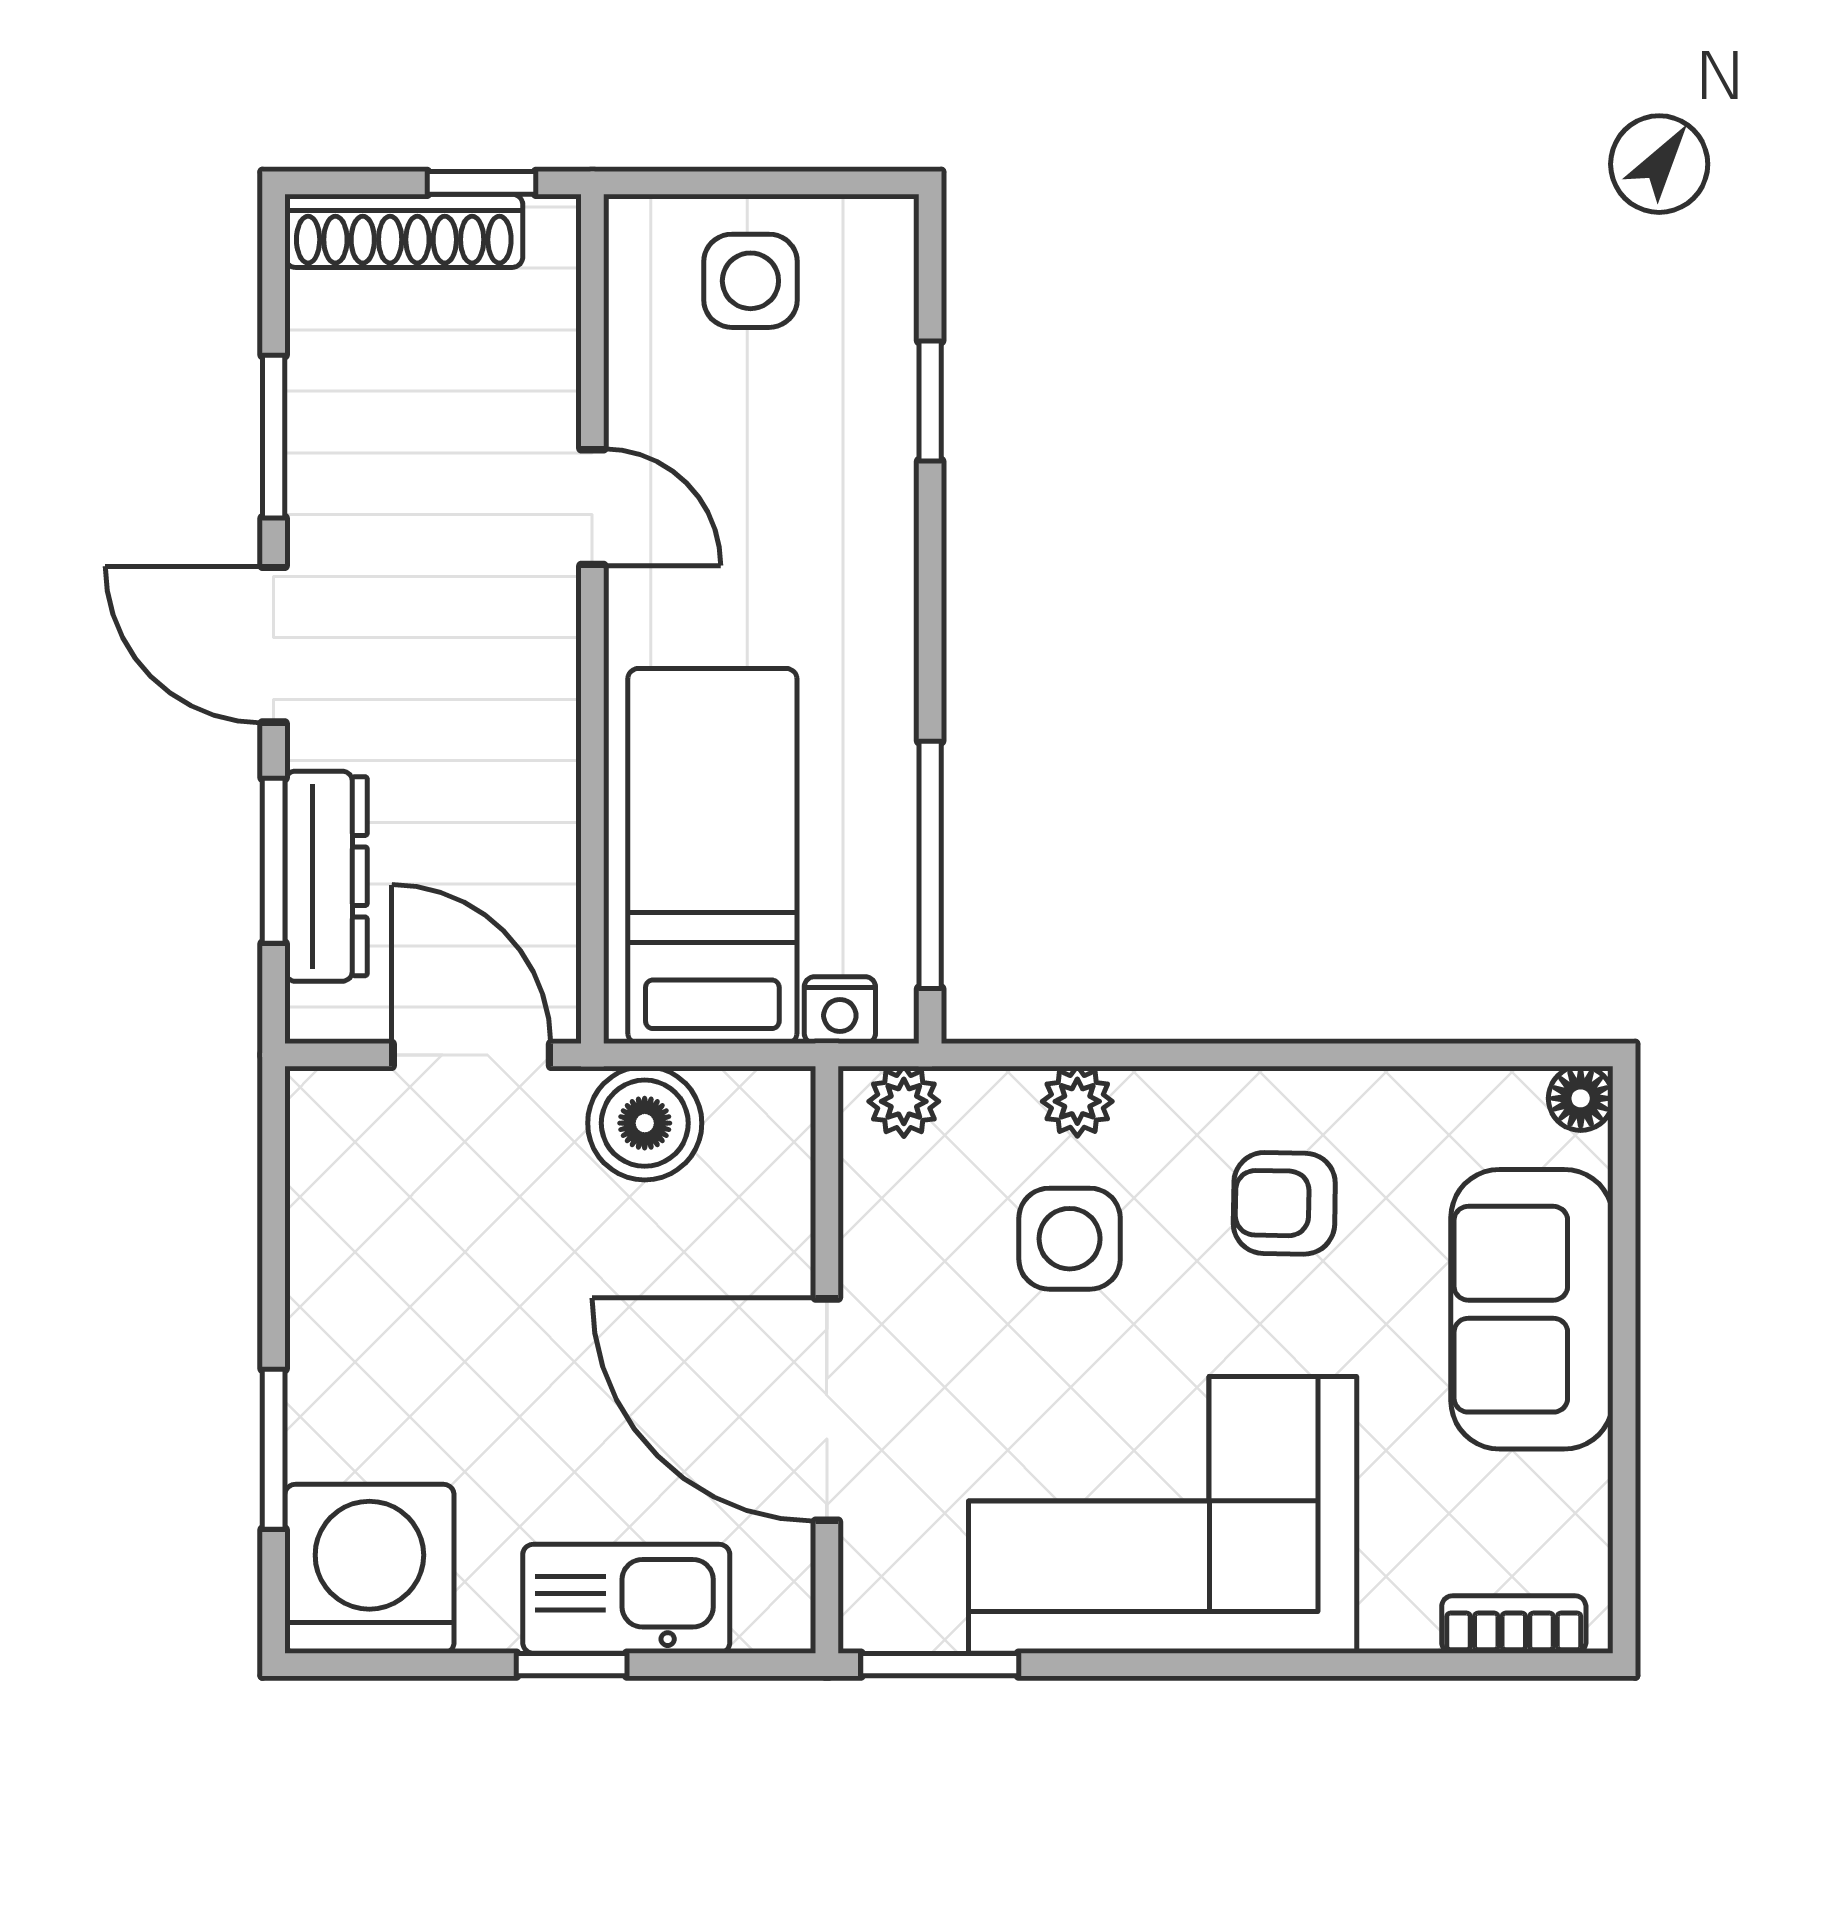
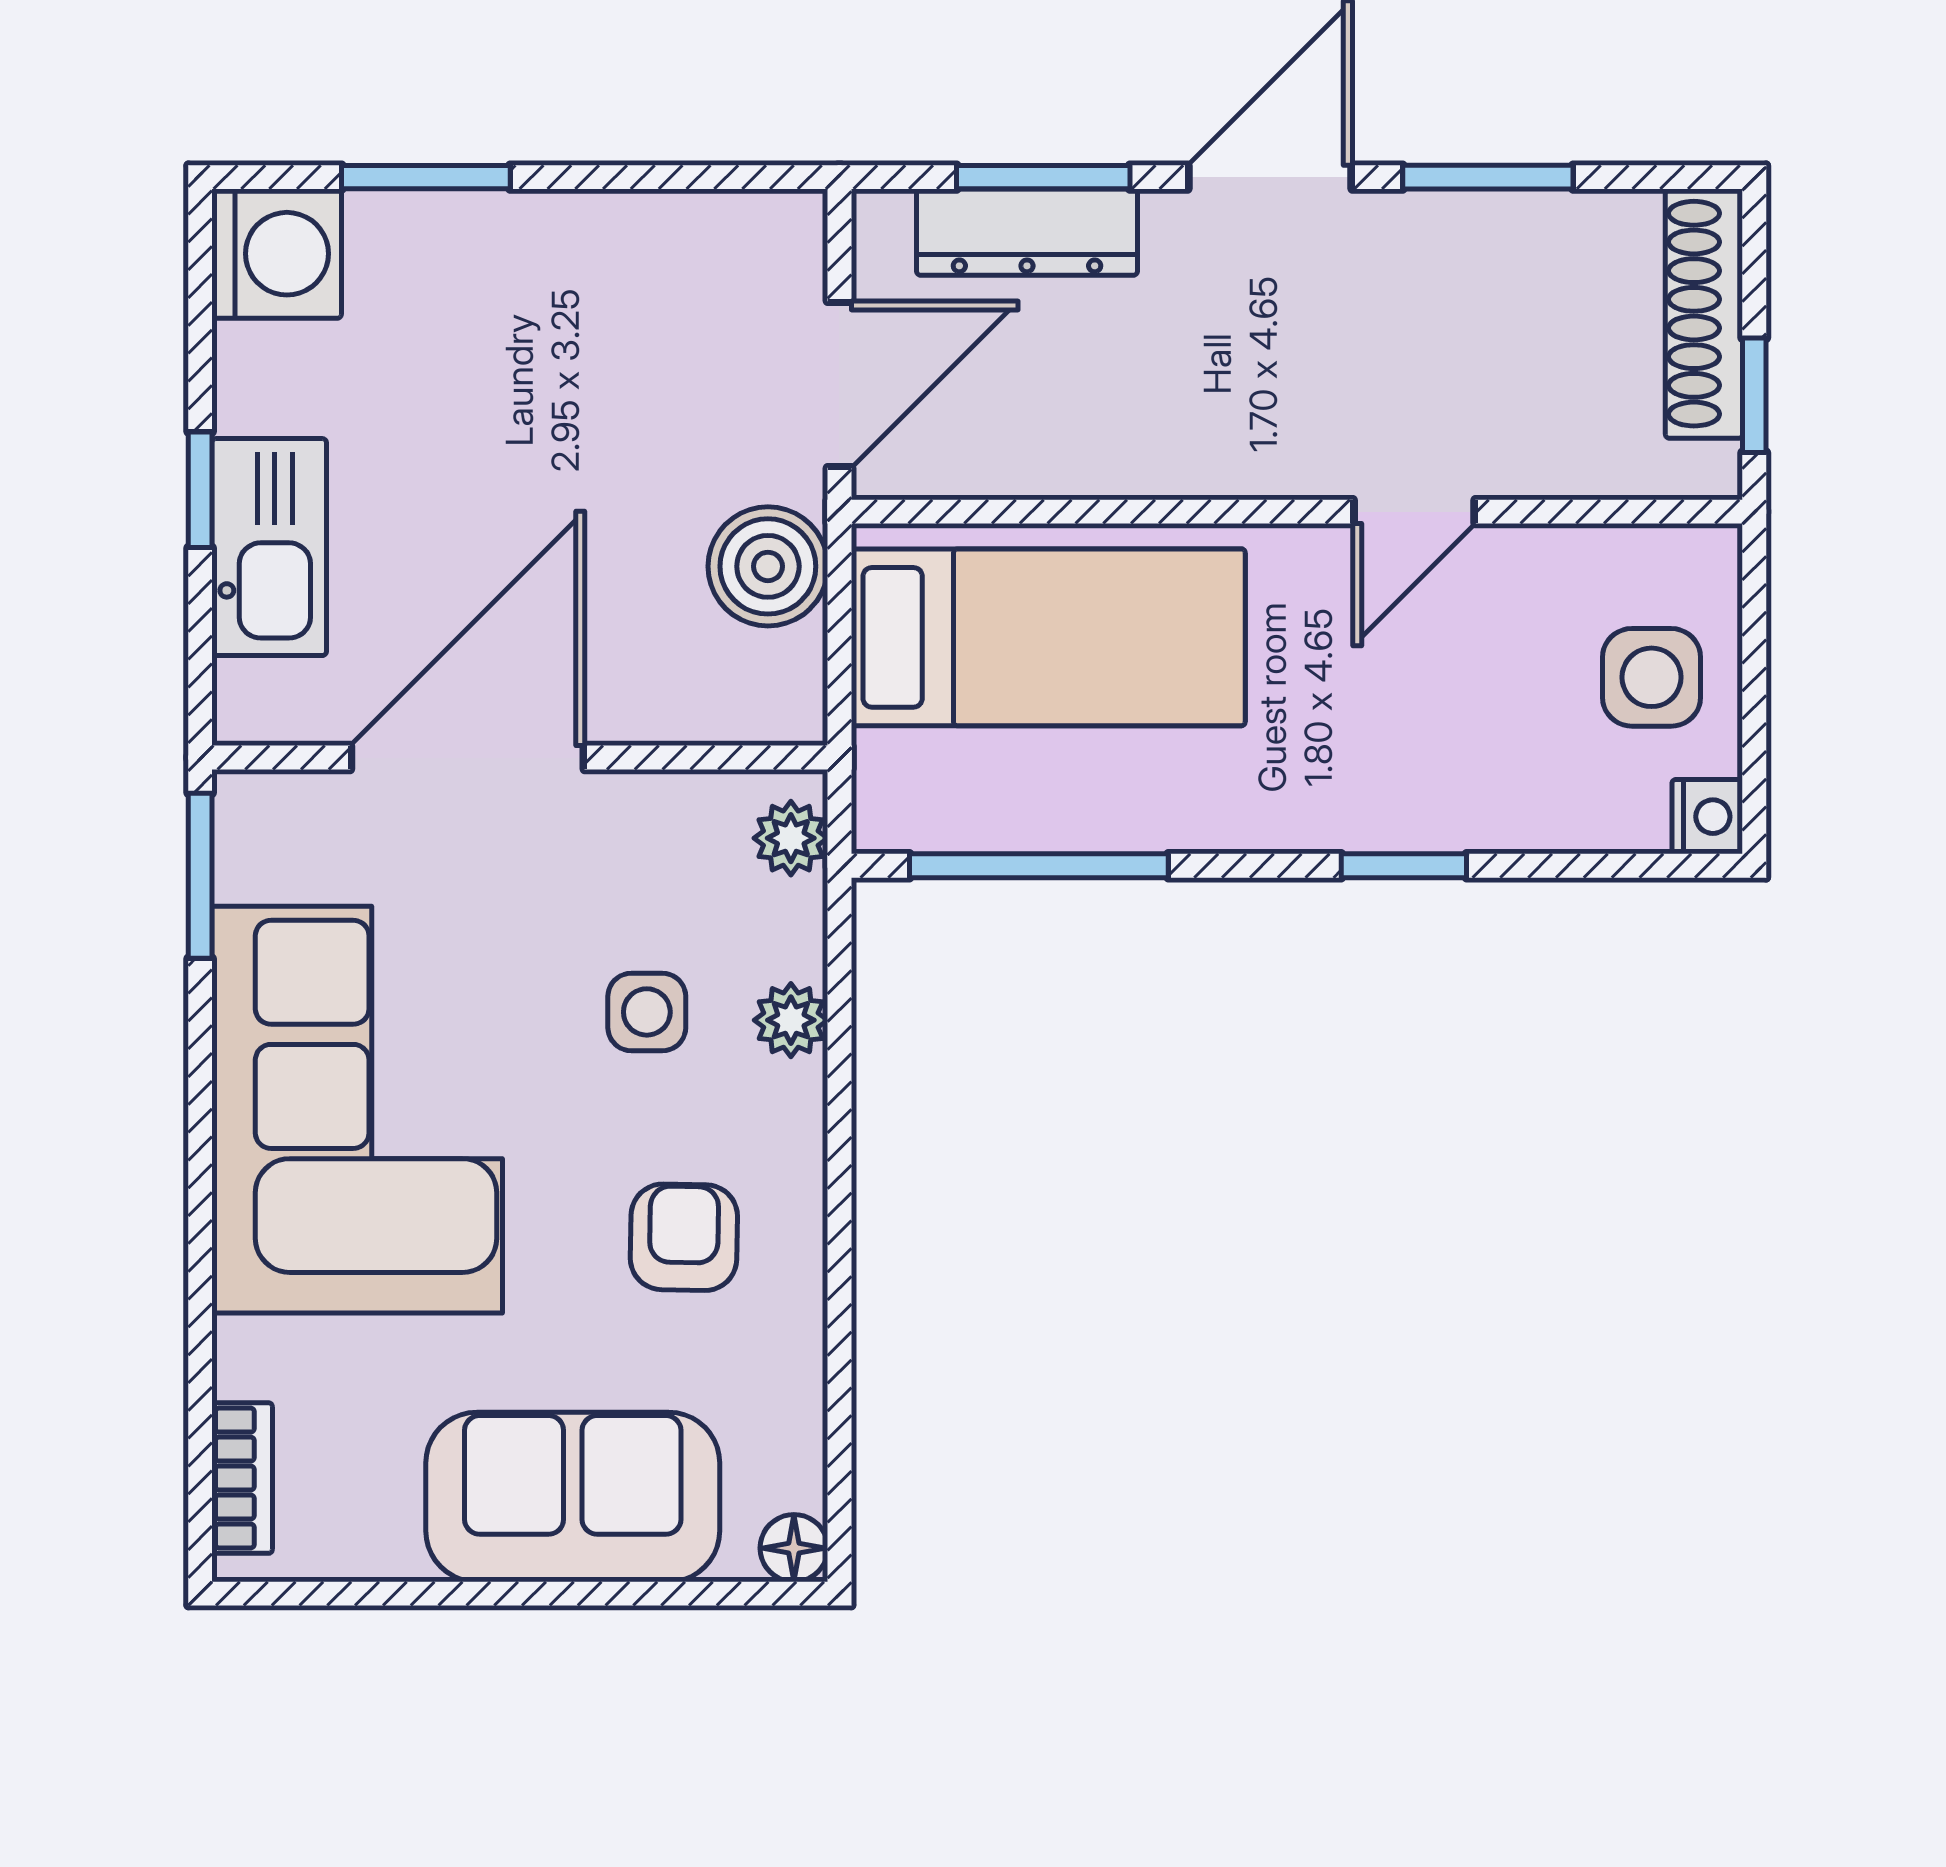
window: (930, 401) -> (1404, 866), moved
nightstand: (840, 1010) -> (1707, 817), moved, turned 180
side table: (1070, 1239) -> (647, 1012), width x0.73, depth x0.73
washing machine: (369, 1569) -> (277, 254), width x0.73, depth x0.73

